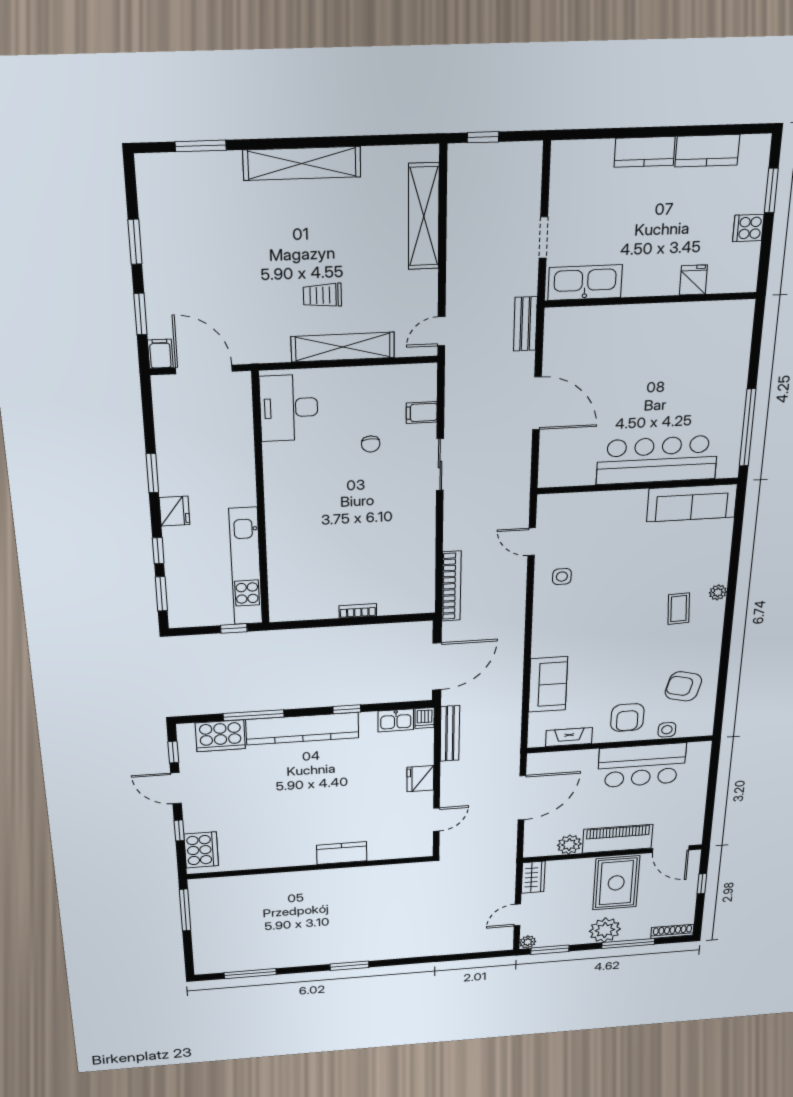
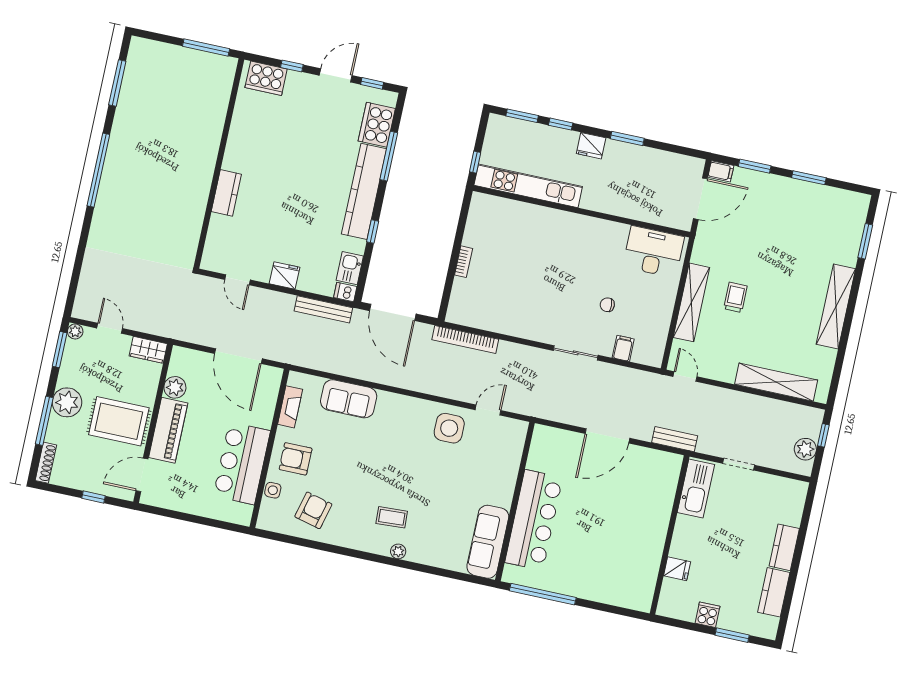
plant: (507, 156) -> (805, 449), added
side table: (562, 577) -> (449, 428), width x1.87, depth x1.87
window: (349, 966) -> (98, 170), width x2.11

